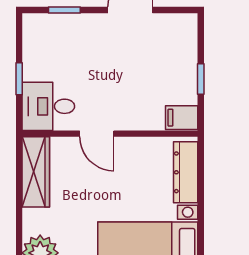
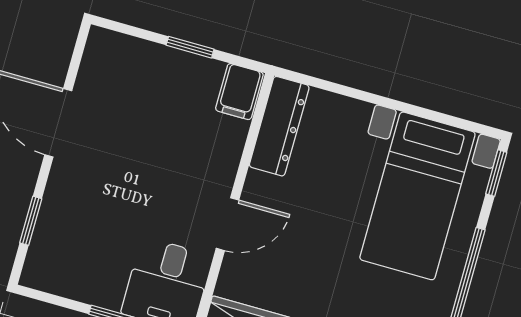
dresser: (186, 172) -> (279, 126), moved, turned -90

